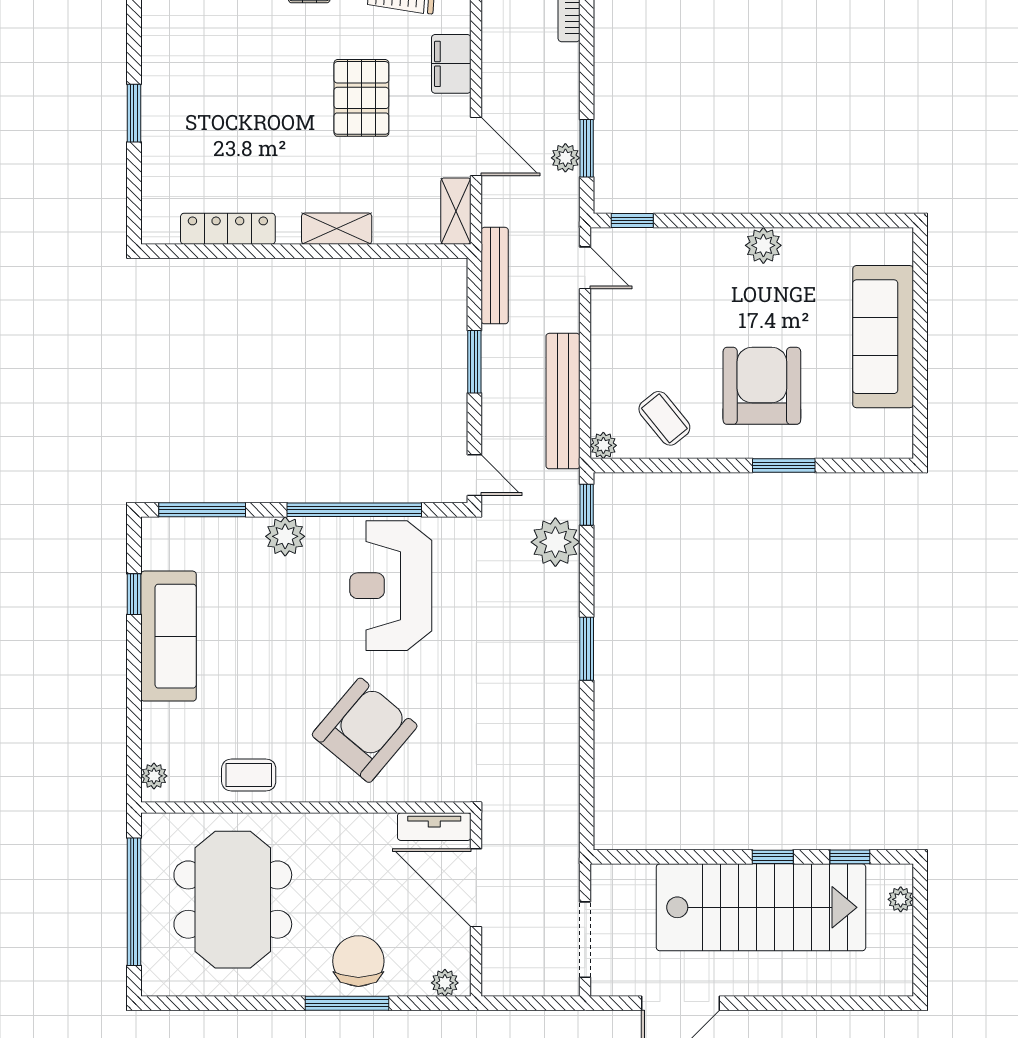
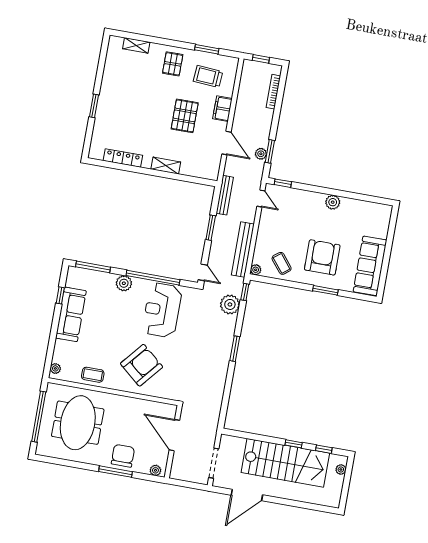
shelving: (456, 211) -> (214, 167), removed
sofa: (883, 337) -> (370, 266), moved
tv unit: (434, 827) -> (162, 408), removed

